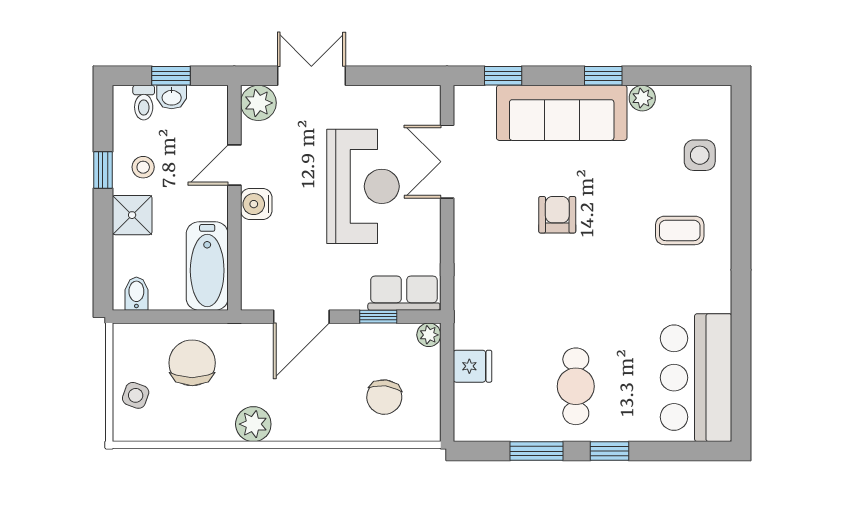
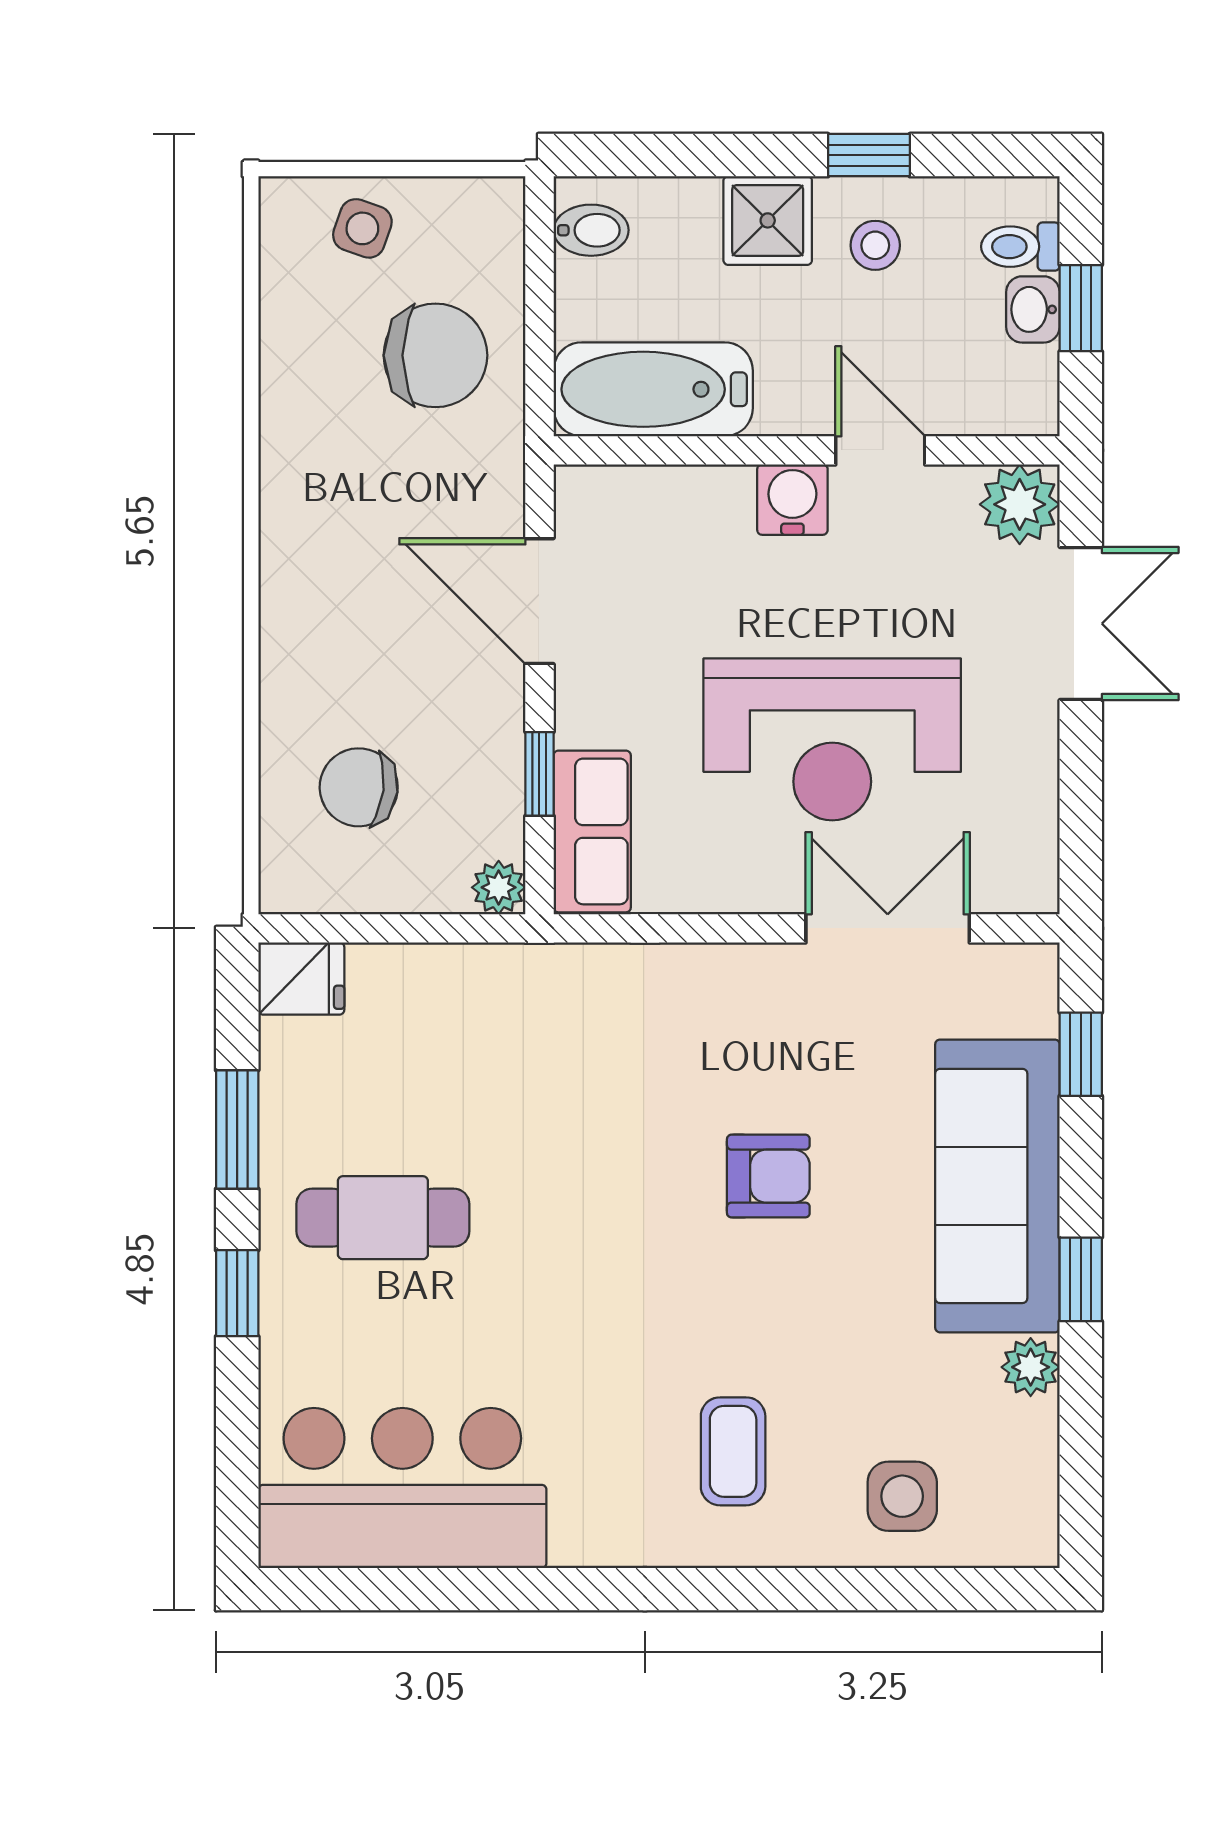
fridge: (472, 366) -> (301, 978), moved, turned -90
plant: (253, 424) -> (298, 493), removed

